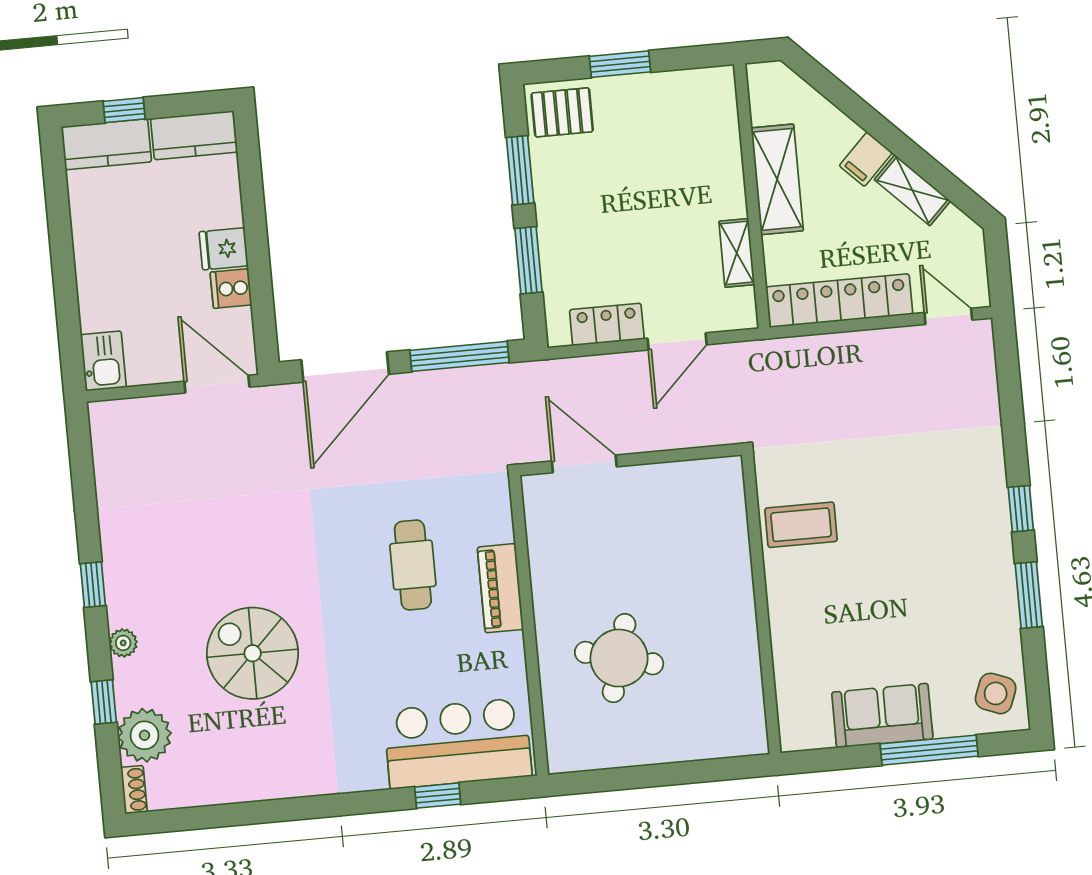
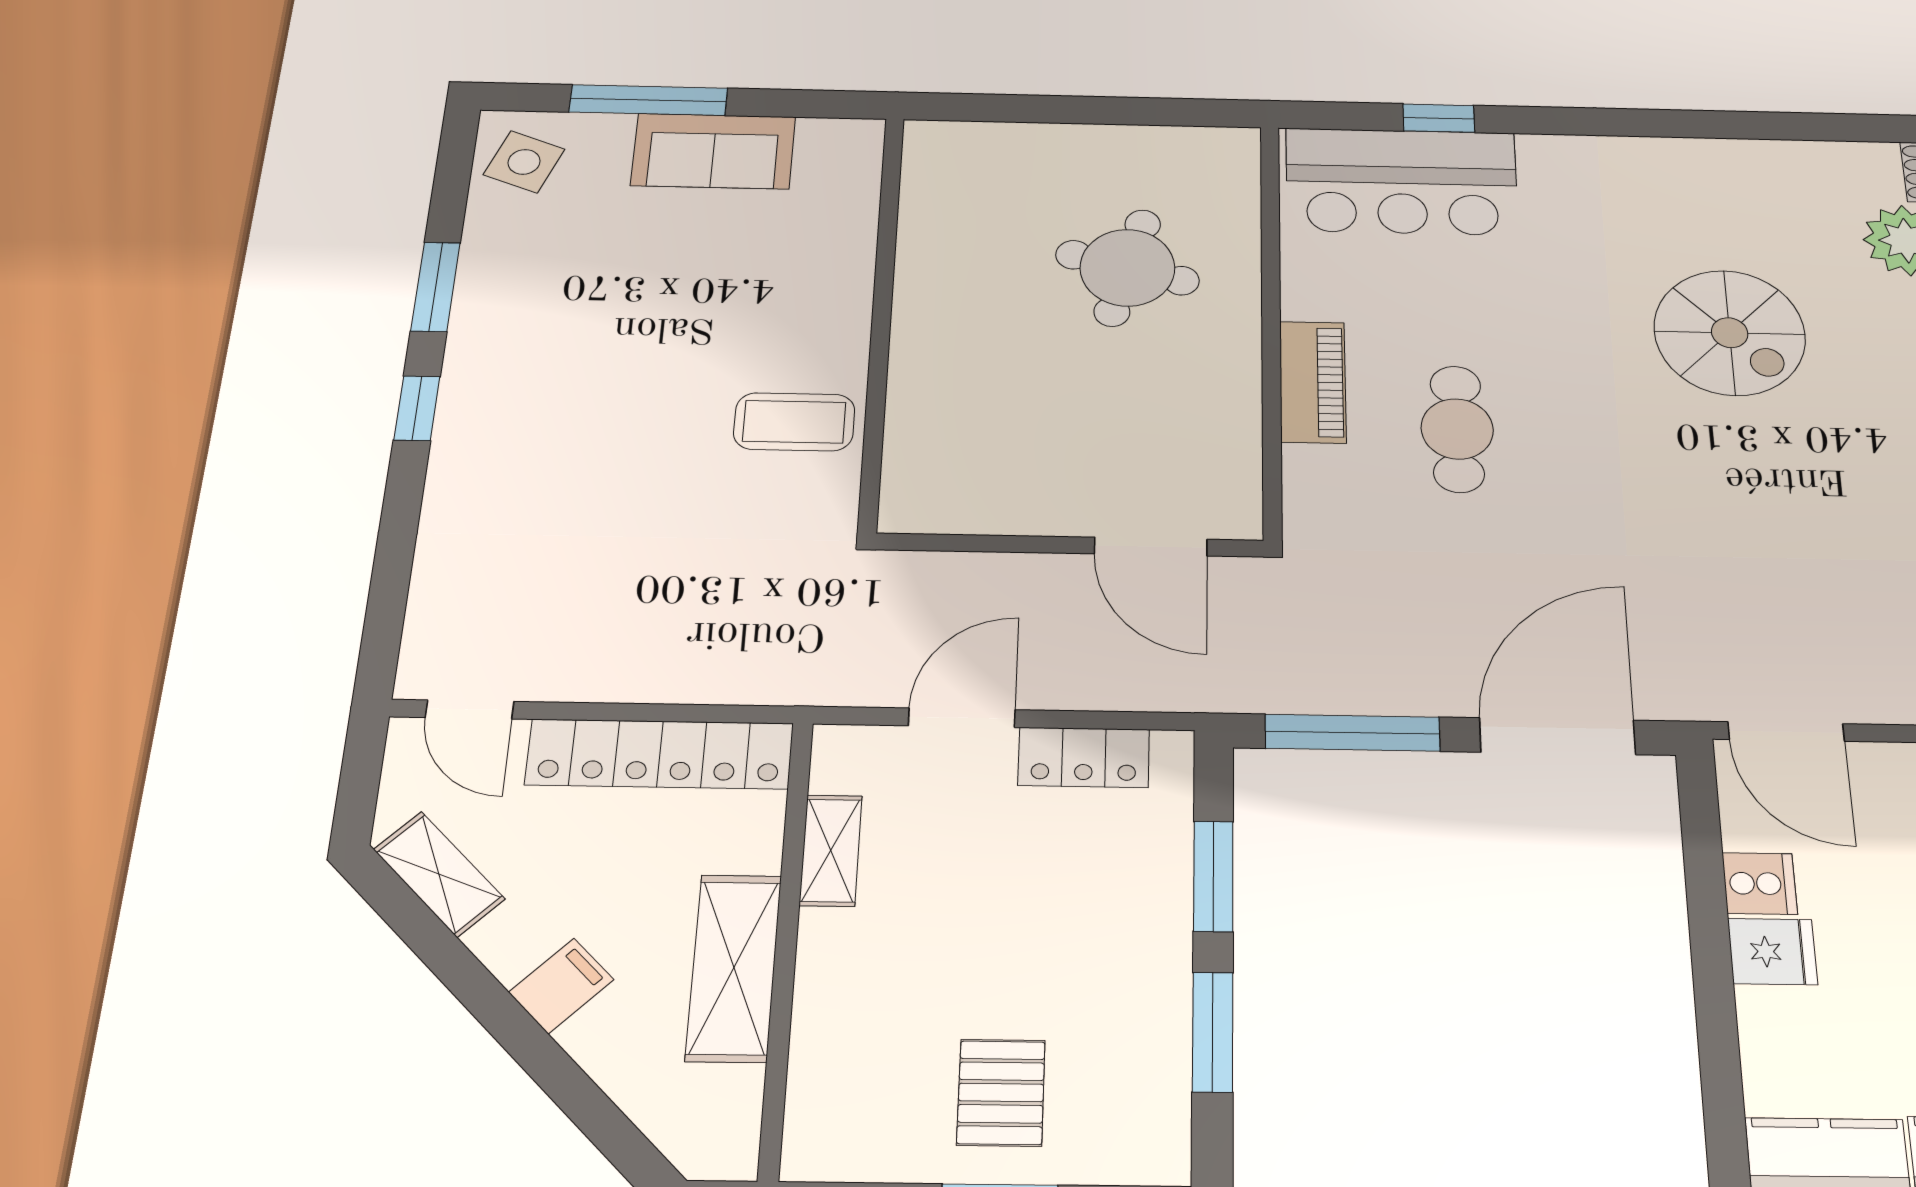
pallet: (562, 112) -> (1001, 1092), moved, turned 90
shelving: (912, 190) -> (439, 874), moved

